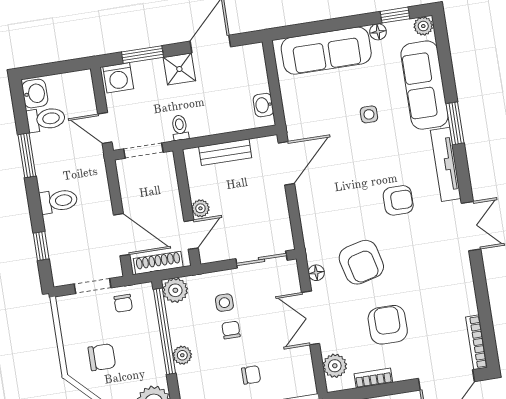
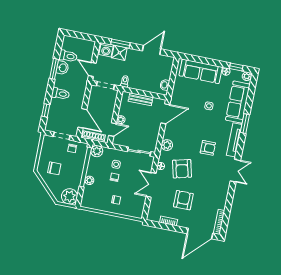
shower: (179, 69) -> (119, 53), moved
washbasin: (35, 94) -> (63, 68), moved
plant: (335, 366) -> (167, 145), moved

